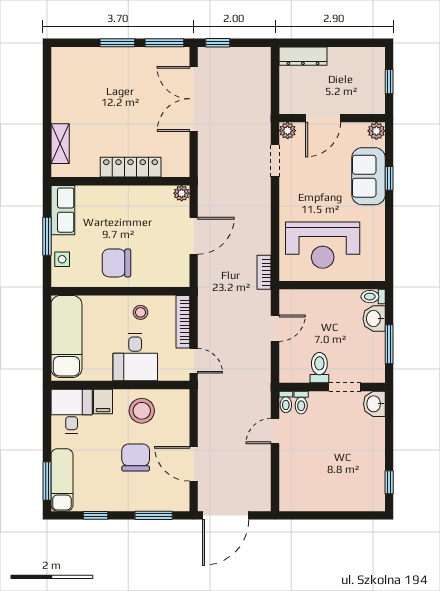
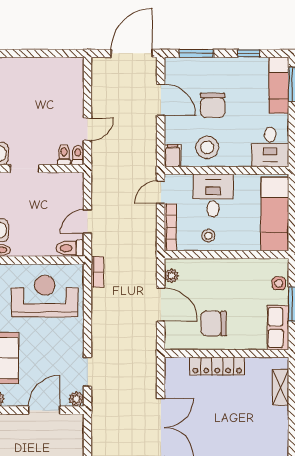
plant: (182, 193) -> (171, 276), moved
door: (194, 236) -> (161, 304), swing flipped
chair: (116, 263) -> (213, 323), moved, turned 180
door: (194, 361) -> (161, 192), hinge flipped
toilet: (319, 368) -> (70, 248), moved, turned 90
filing cabinet: (103, 401) -> (173, 156), moved

